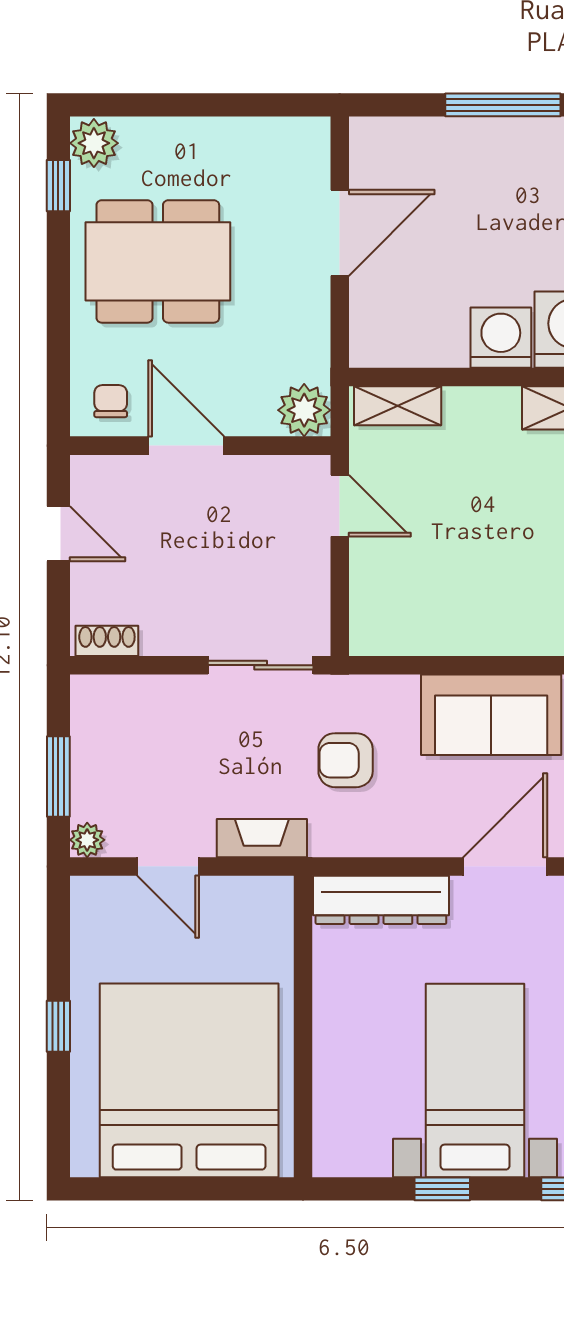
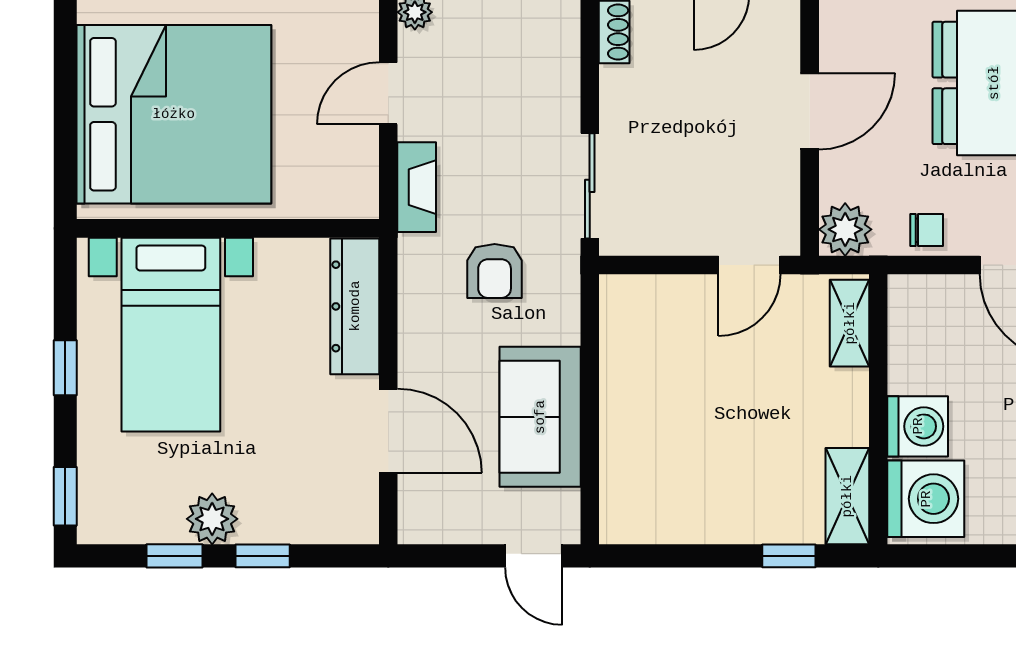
chair: (111, 401) -> (927, 230), moved
armchair: (346, 760) -> (495, 271), turned 180
bed with nightstands: (475, 1081) -> (171, 335), moved, turned 90

